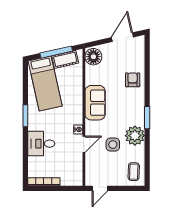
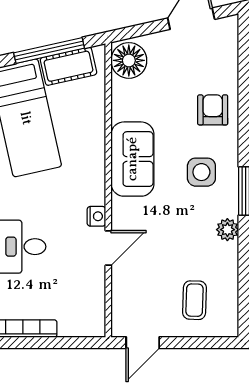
plant: (135, 136) -> (227, 230), width x0.53, depth x0.53
side table: (113, 145) -> (201, 172), moved
coffee table: (134, 172) -> (195, 300), moved

